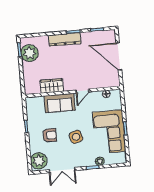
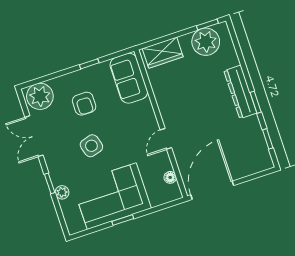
door: (119, 56) -> (212, 190), moved
wardrobe: (52, 86) -> (163, 53), moved, turned 90
door: (82, 91) -> (166, 139), hinge flipped
sofa: (60, 103) -> (129, 78), moved

